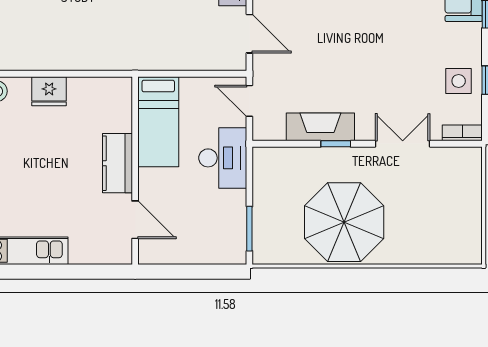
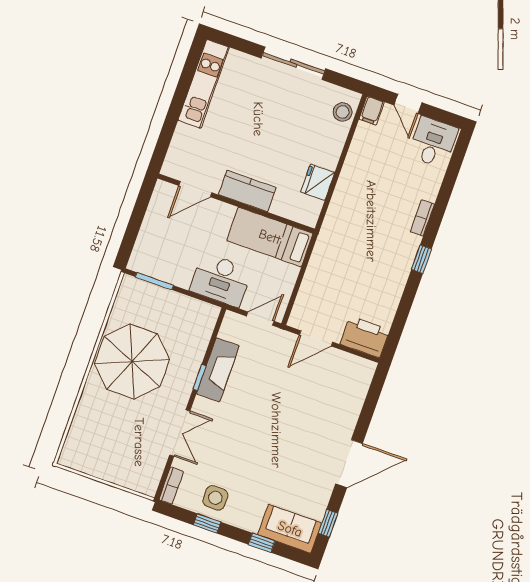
fridge: (49, 91) -> (318, 182), moved

